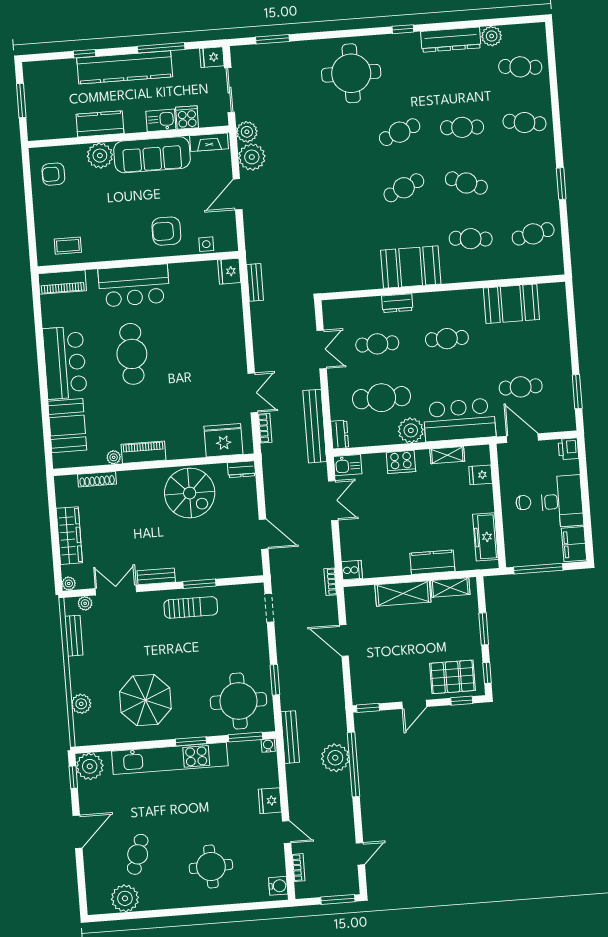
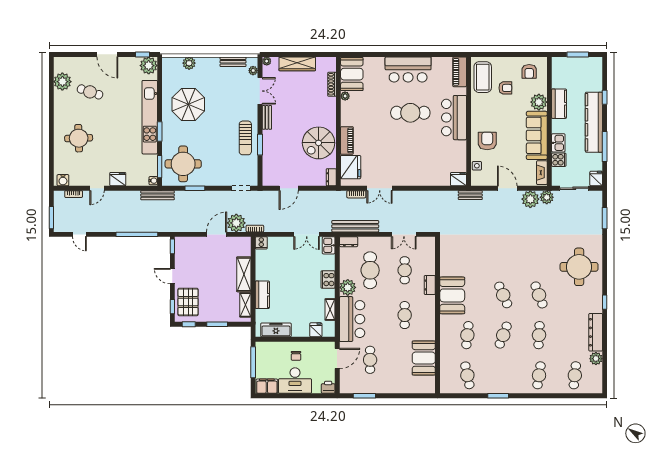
armchair: (53, 174) -> (529, 71), turned 180
armchair: (82, 209) -> (505, 88), added
coffee table: (68, 246) -> (483, 77), width x1.86, depth x1.72
bench: (255, 282) -> (470, 195), moved
booth: (67, 426) -> (352, 74), moved, turned 90
piano: (143, 452) -> (347, 140), moved
plant: (335, 758) -> (236, 223), moved

